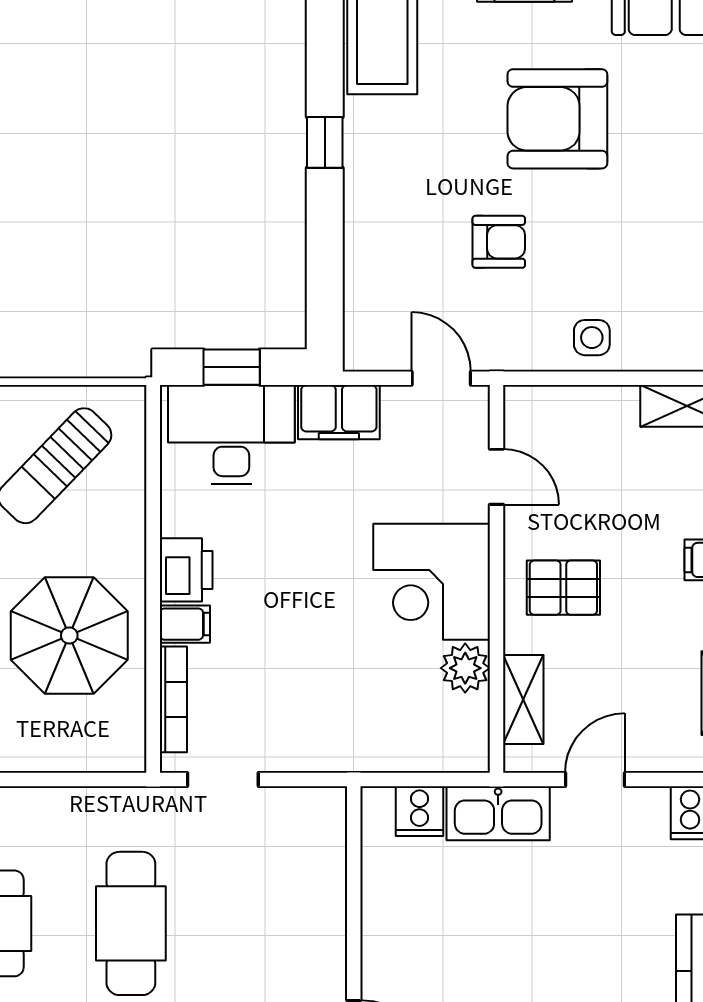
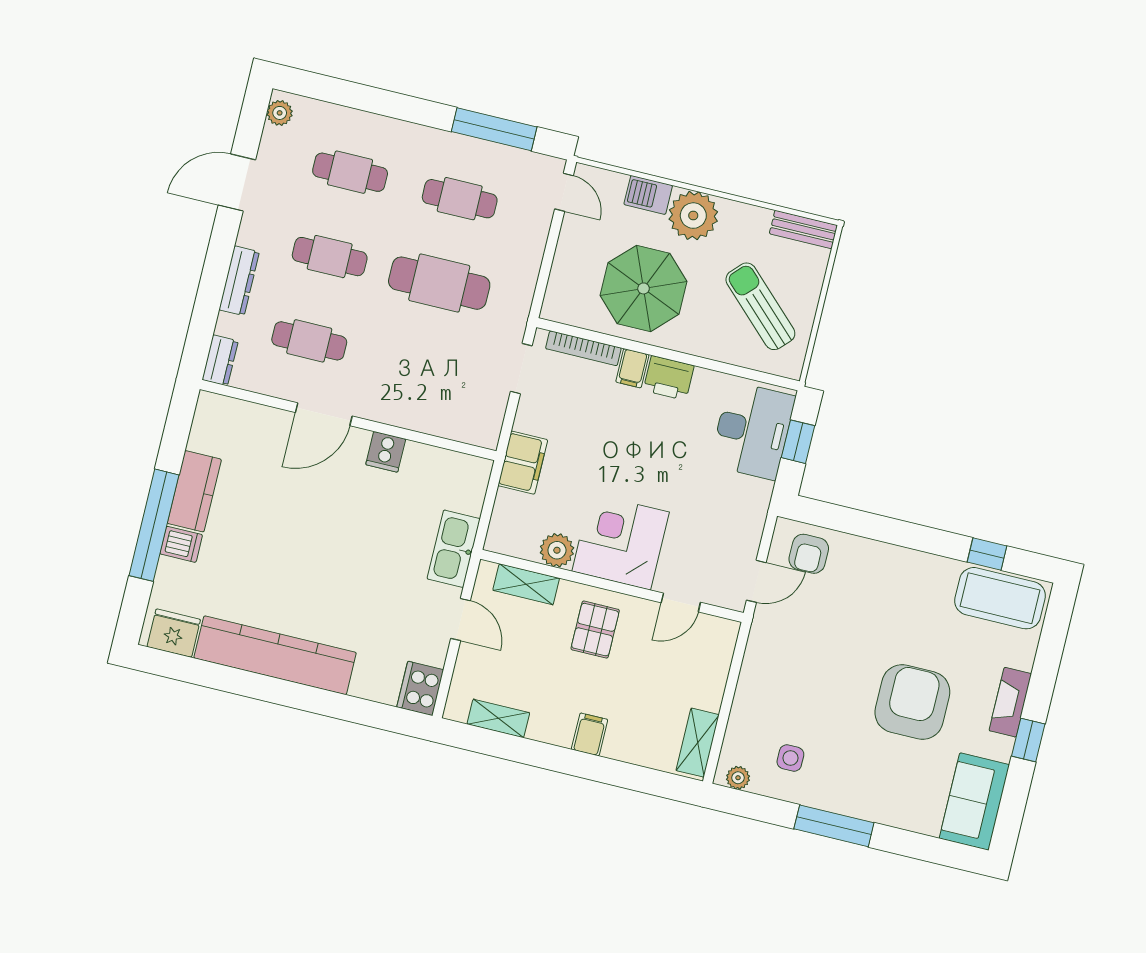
window: (325, 142) -> (987, 554), moved
armchair: (499, 242) -> (809, 554), moved
side table: (592, 338) -> (790, 758), moved
filing cabinet: (339, 412) -> (523, 463), moved, turned 180
cooker: (419, 811) -> (386, 452), moved, turned -90

